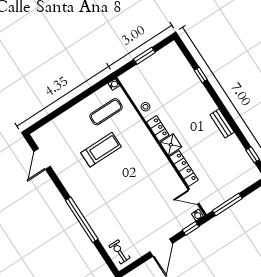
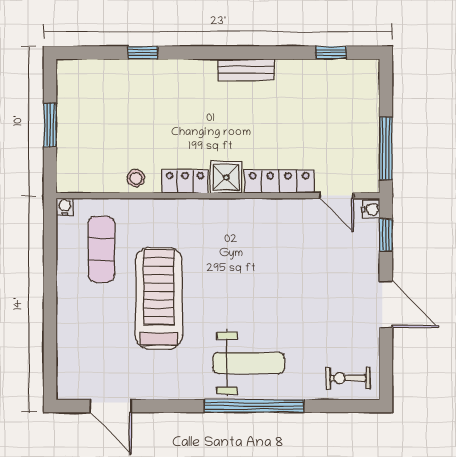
treadmill: (101, 150) -> (159, 298), width x1.37, depth x1.37
door: (194, 197) -> (337, 196), hinge flipped
weight bench: (99, 206) -> (249, 363), added

